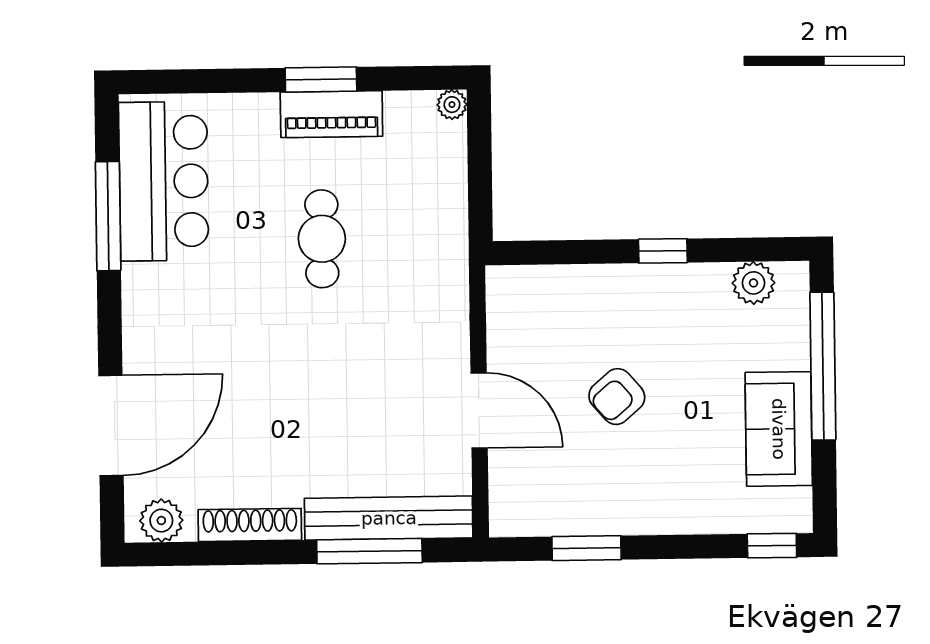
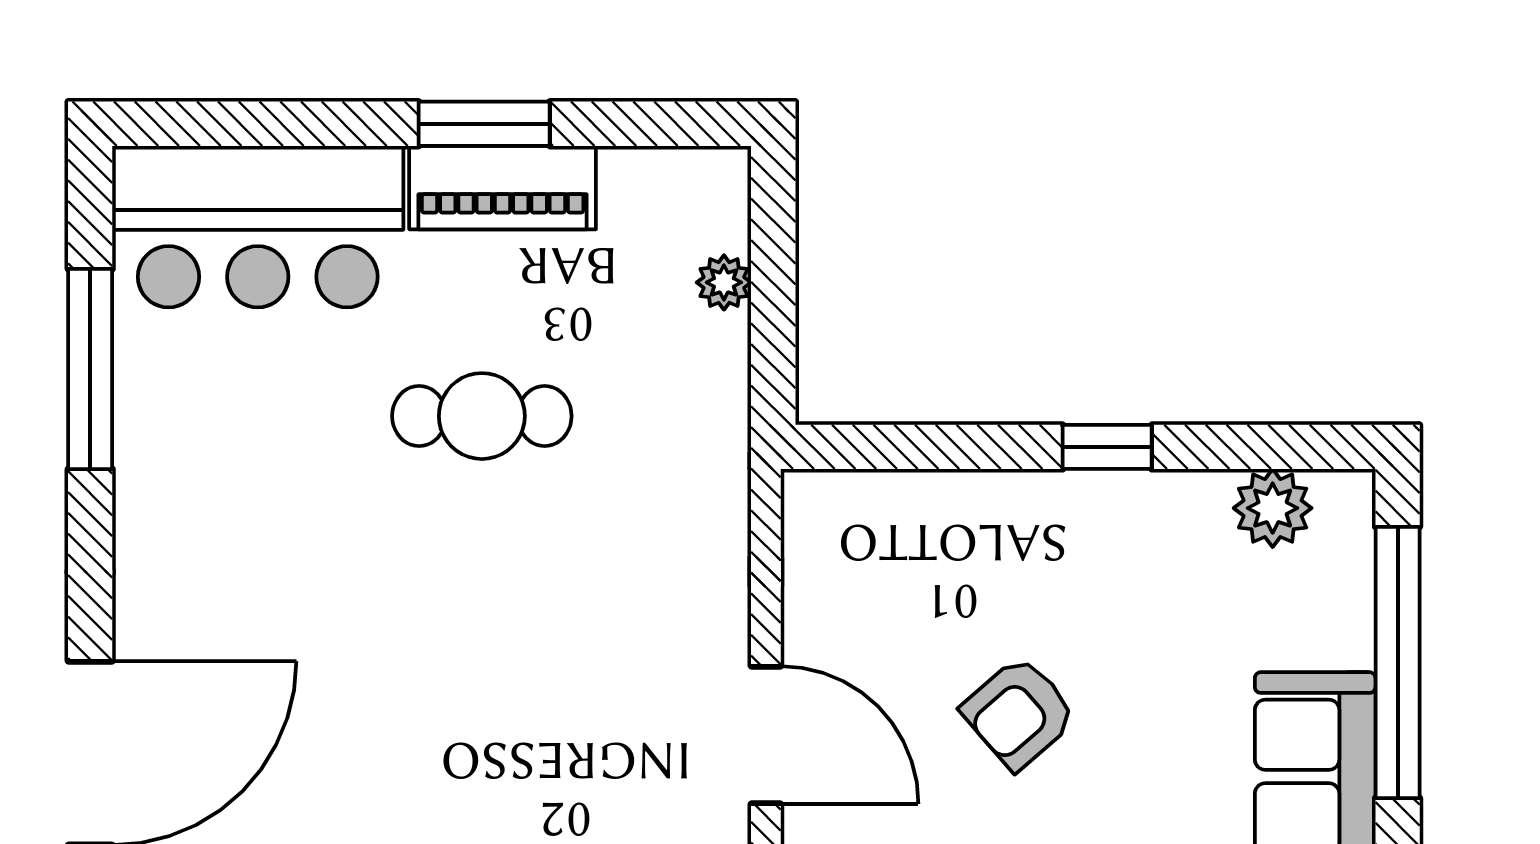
plant: (452, 105) -> (724, 282), moved
bar counter: (164, 181) -> (258, 227), moved, turned 90
cafe table: (322, 239) -> (482, 416), turned 90

